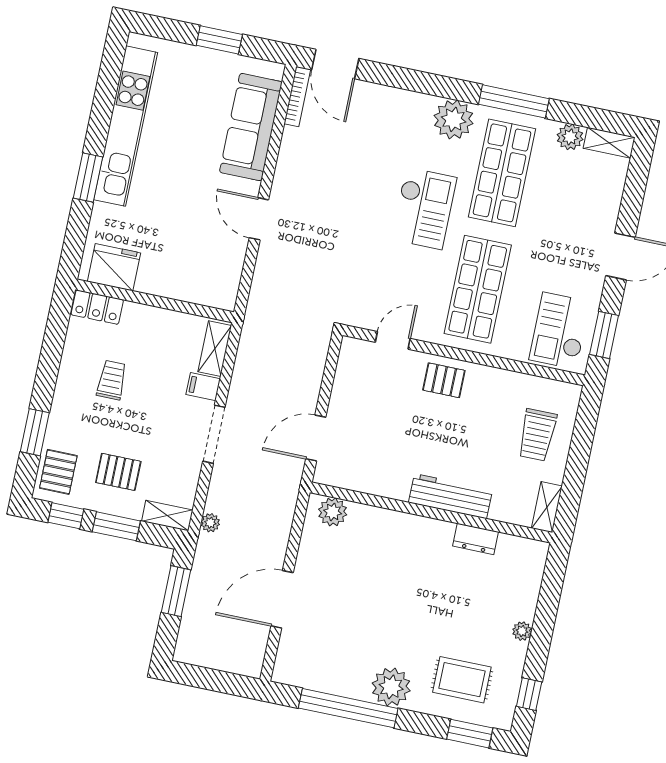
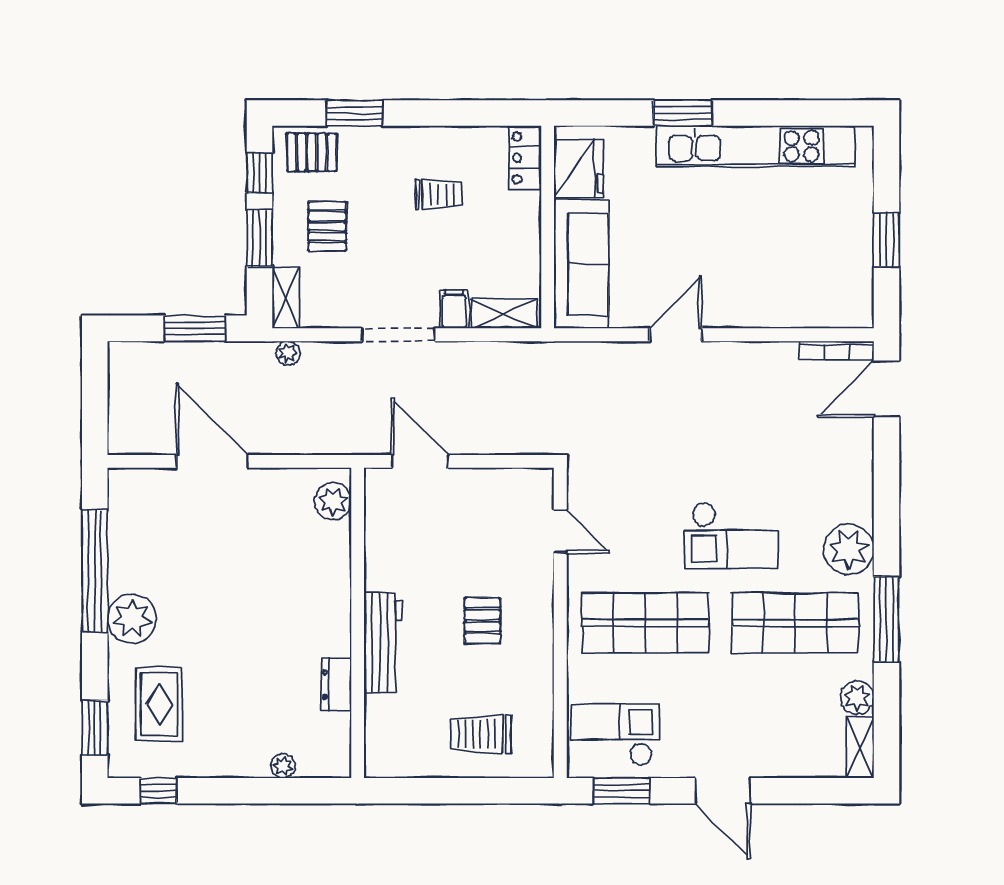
sofa: (251, 127) -> (581, 264), moved, turned 90
pallet: (444, 380) -> (482, 621), moved
shelving: (547, 507) -> (394, 764), removed
plant: (522, 631) -> (283, 766), moved

